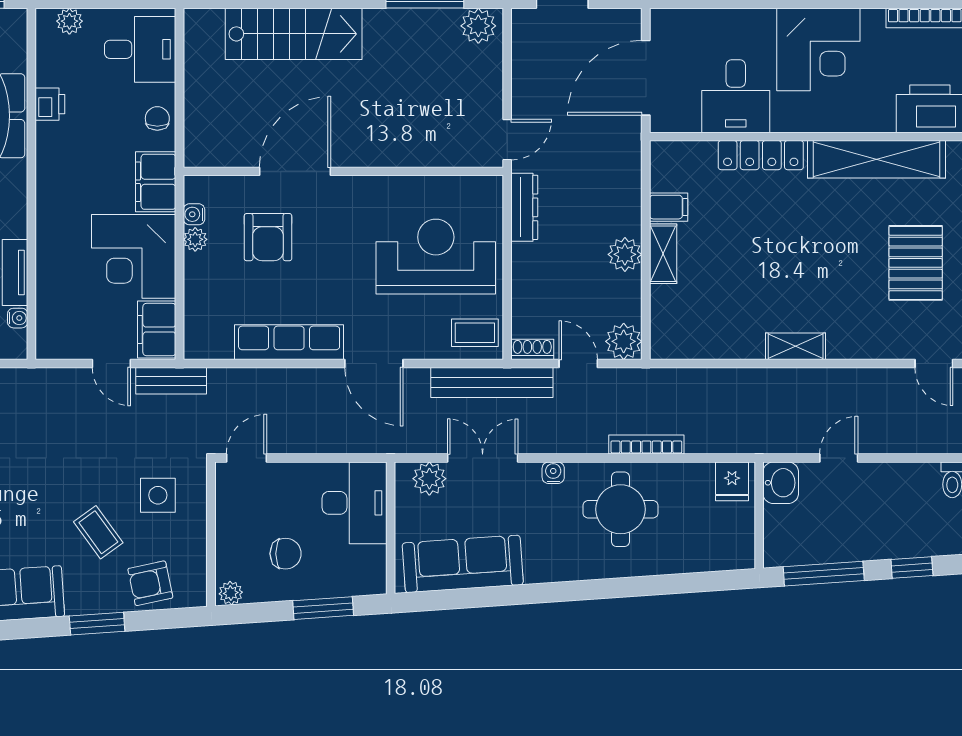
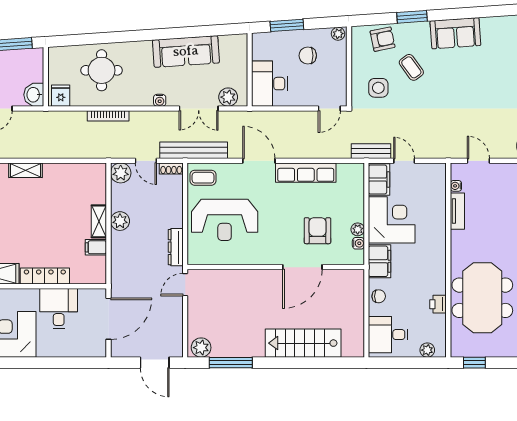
chair: (157, 118) -> (379, 296), turned -90
round table: (620, 509) -> (102, 70), moved
sofa: (463, 564) -> (186, 51), moved

